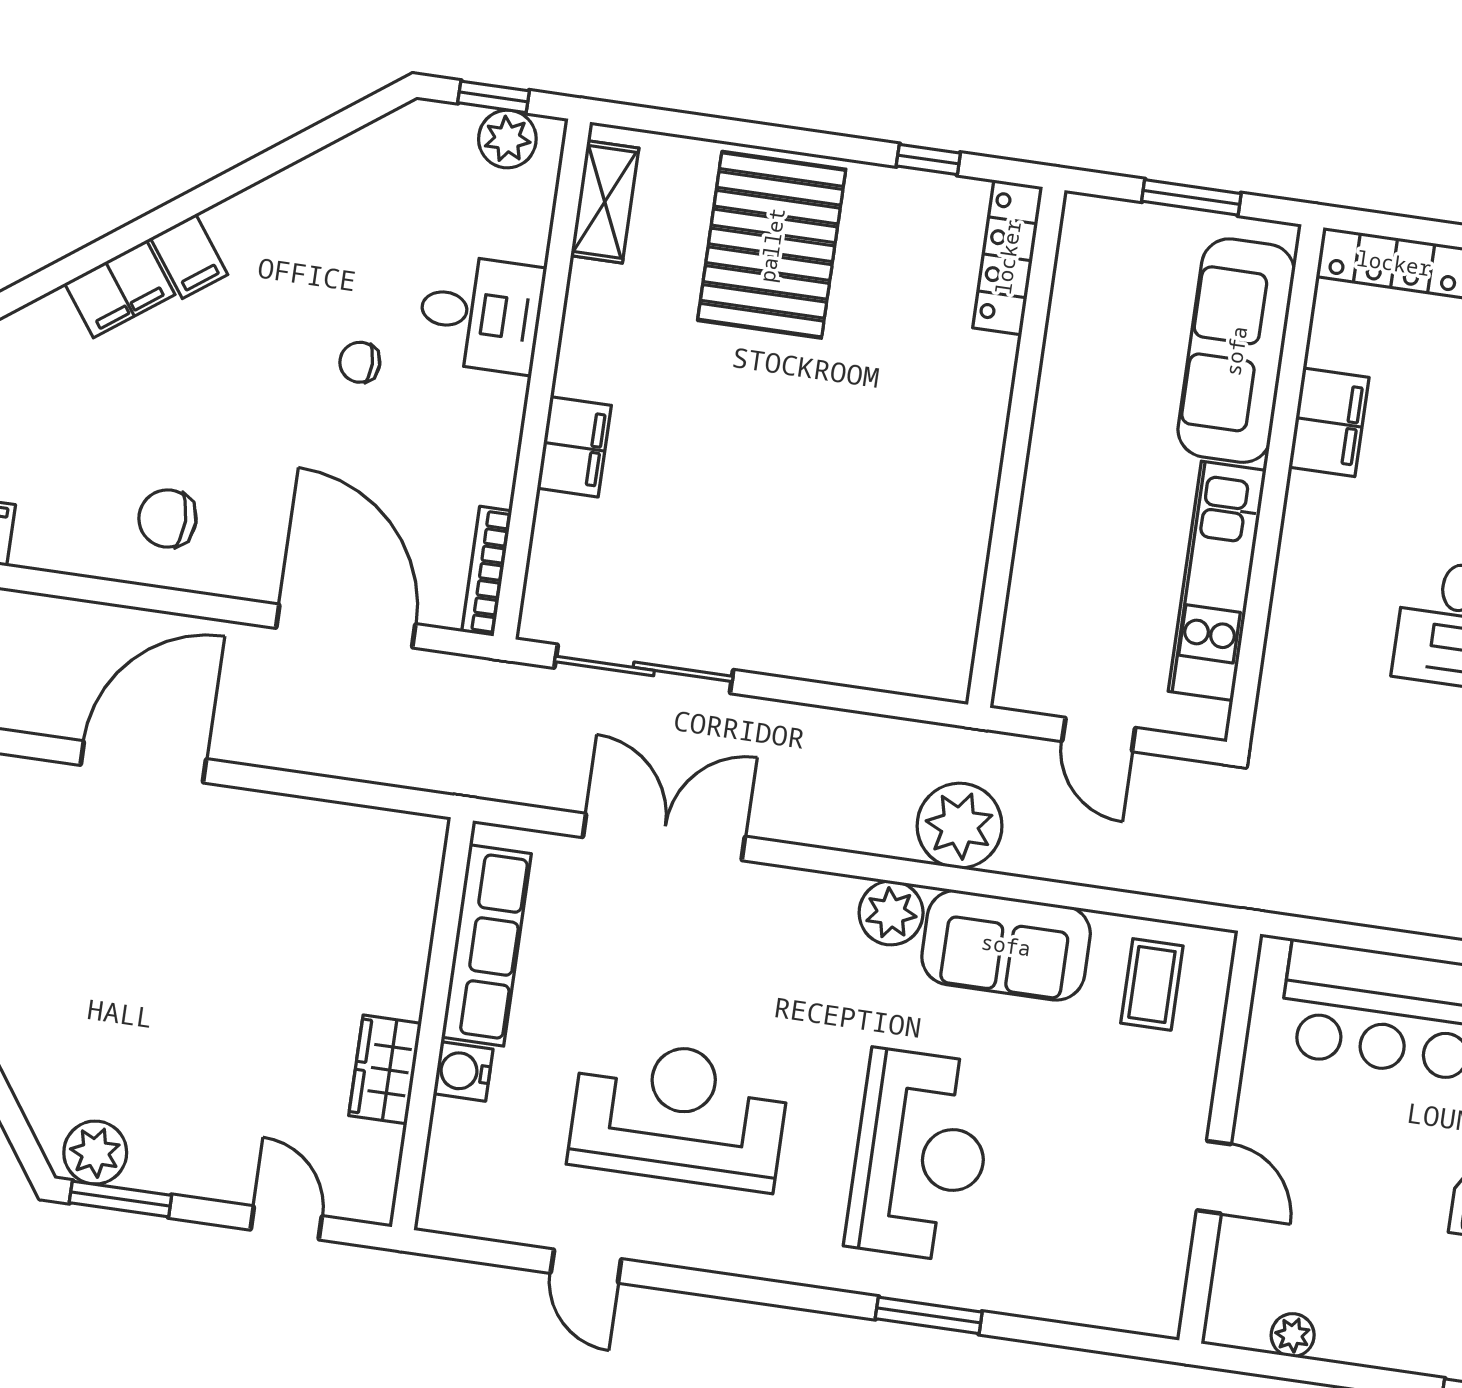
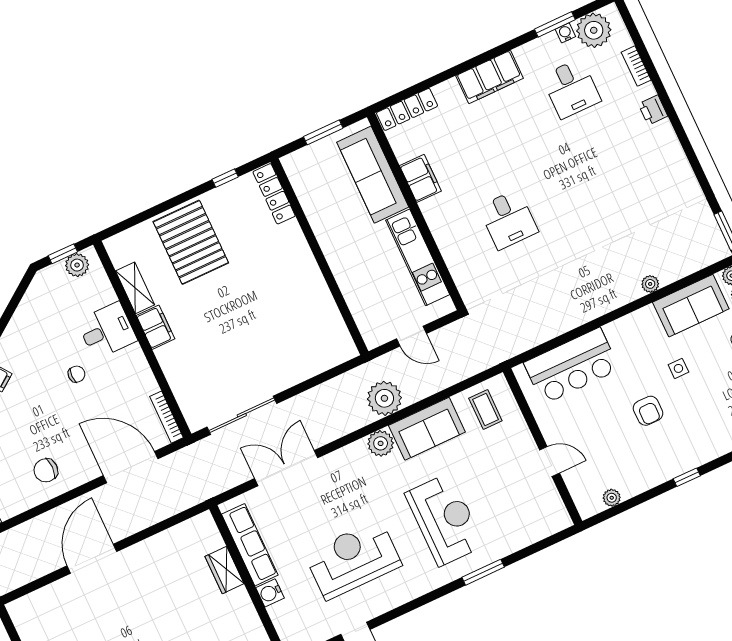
shelving: (605, 202) -> (135, 288), moved
chair: (360, 362) -> (77, 374), turned 180
filing cabinet: (574, 447) -> (156, 327), moved
wardrobe: (385, 1069) -> (224, 570), moved

